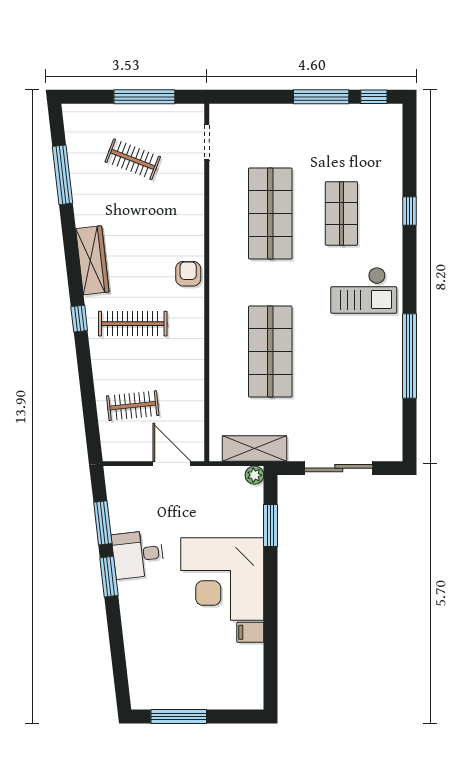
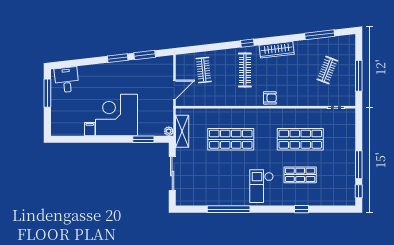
desk: (138, 554) -> (67, 80), moved

